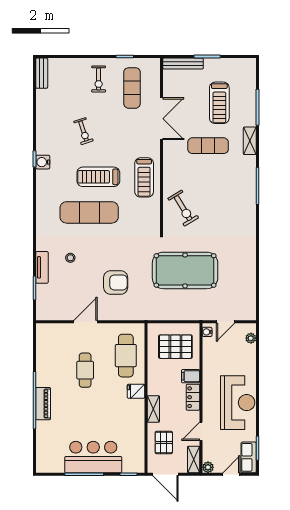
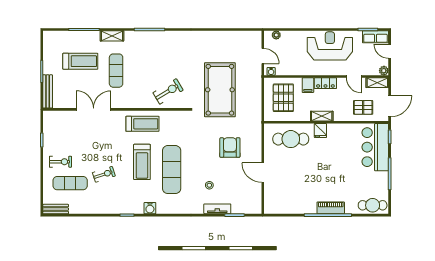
exercise mat: (132, 88) -> (70, 183), moved
water cooler: (43, 162) -> (150, 208), moved
cafe table: (85, 370) -> (373, 205), moved
shelving: (153, 409) -> (322, 116), moved
bar counter: (93, 457) -> (375, 147), moved

